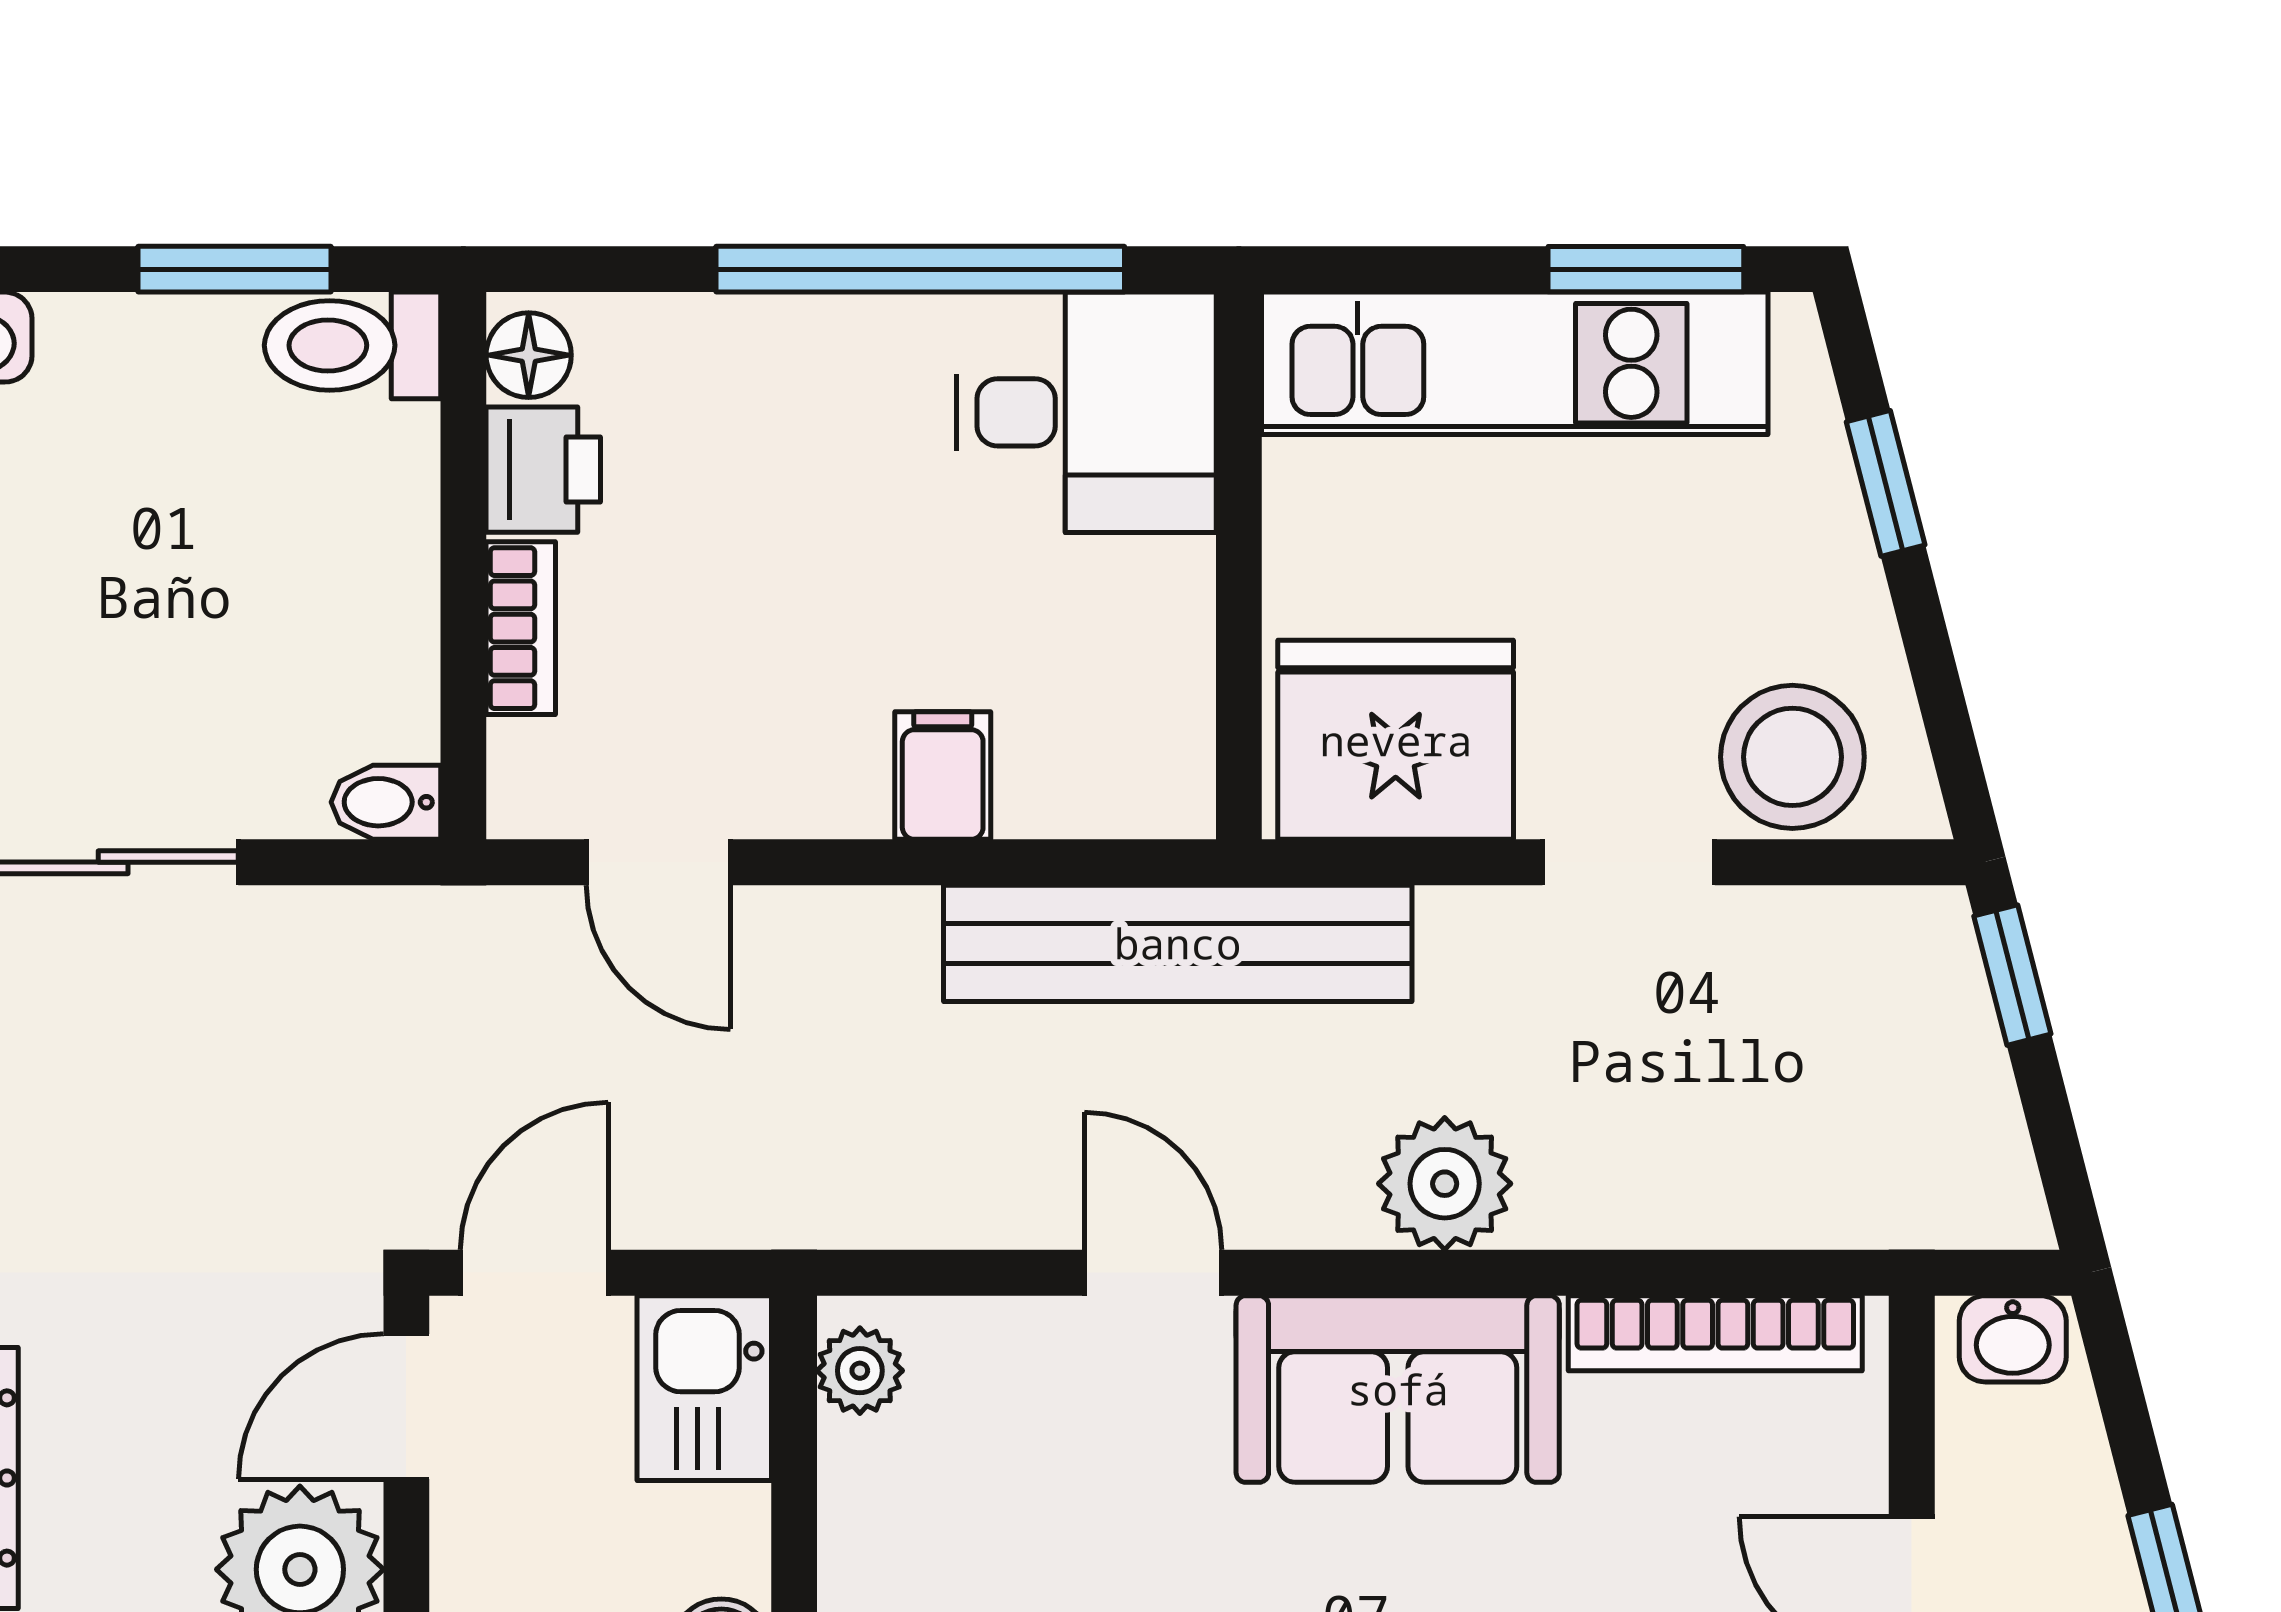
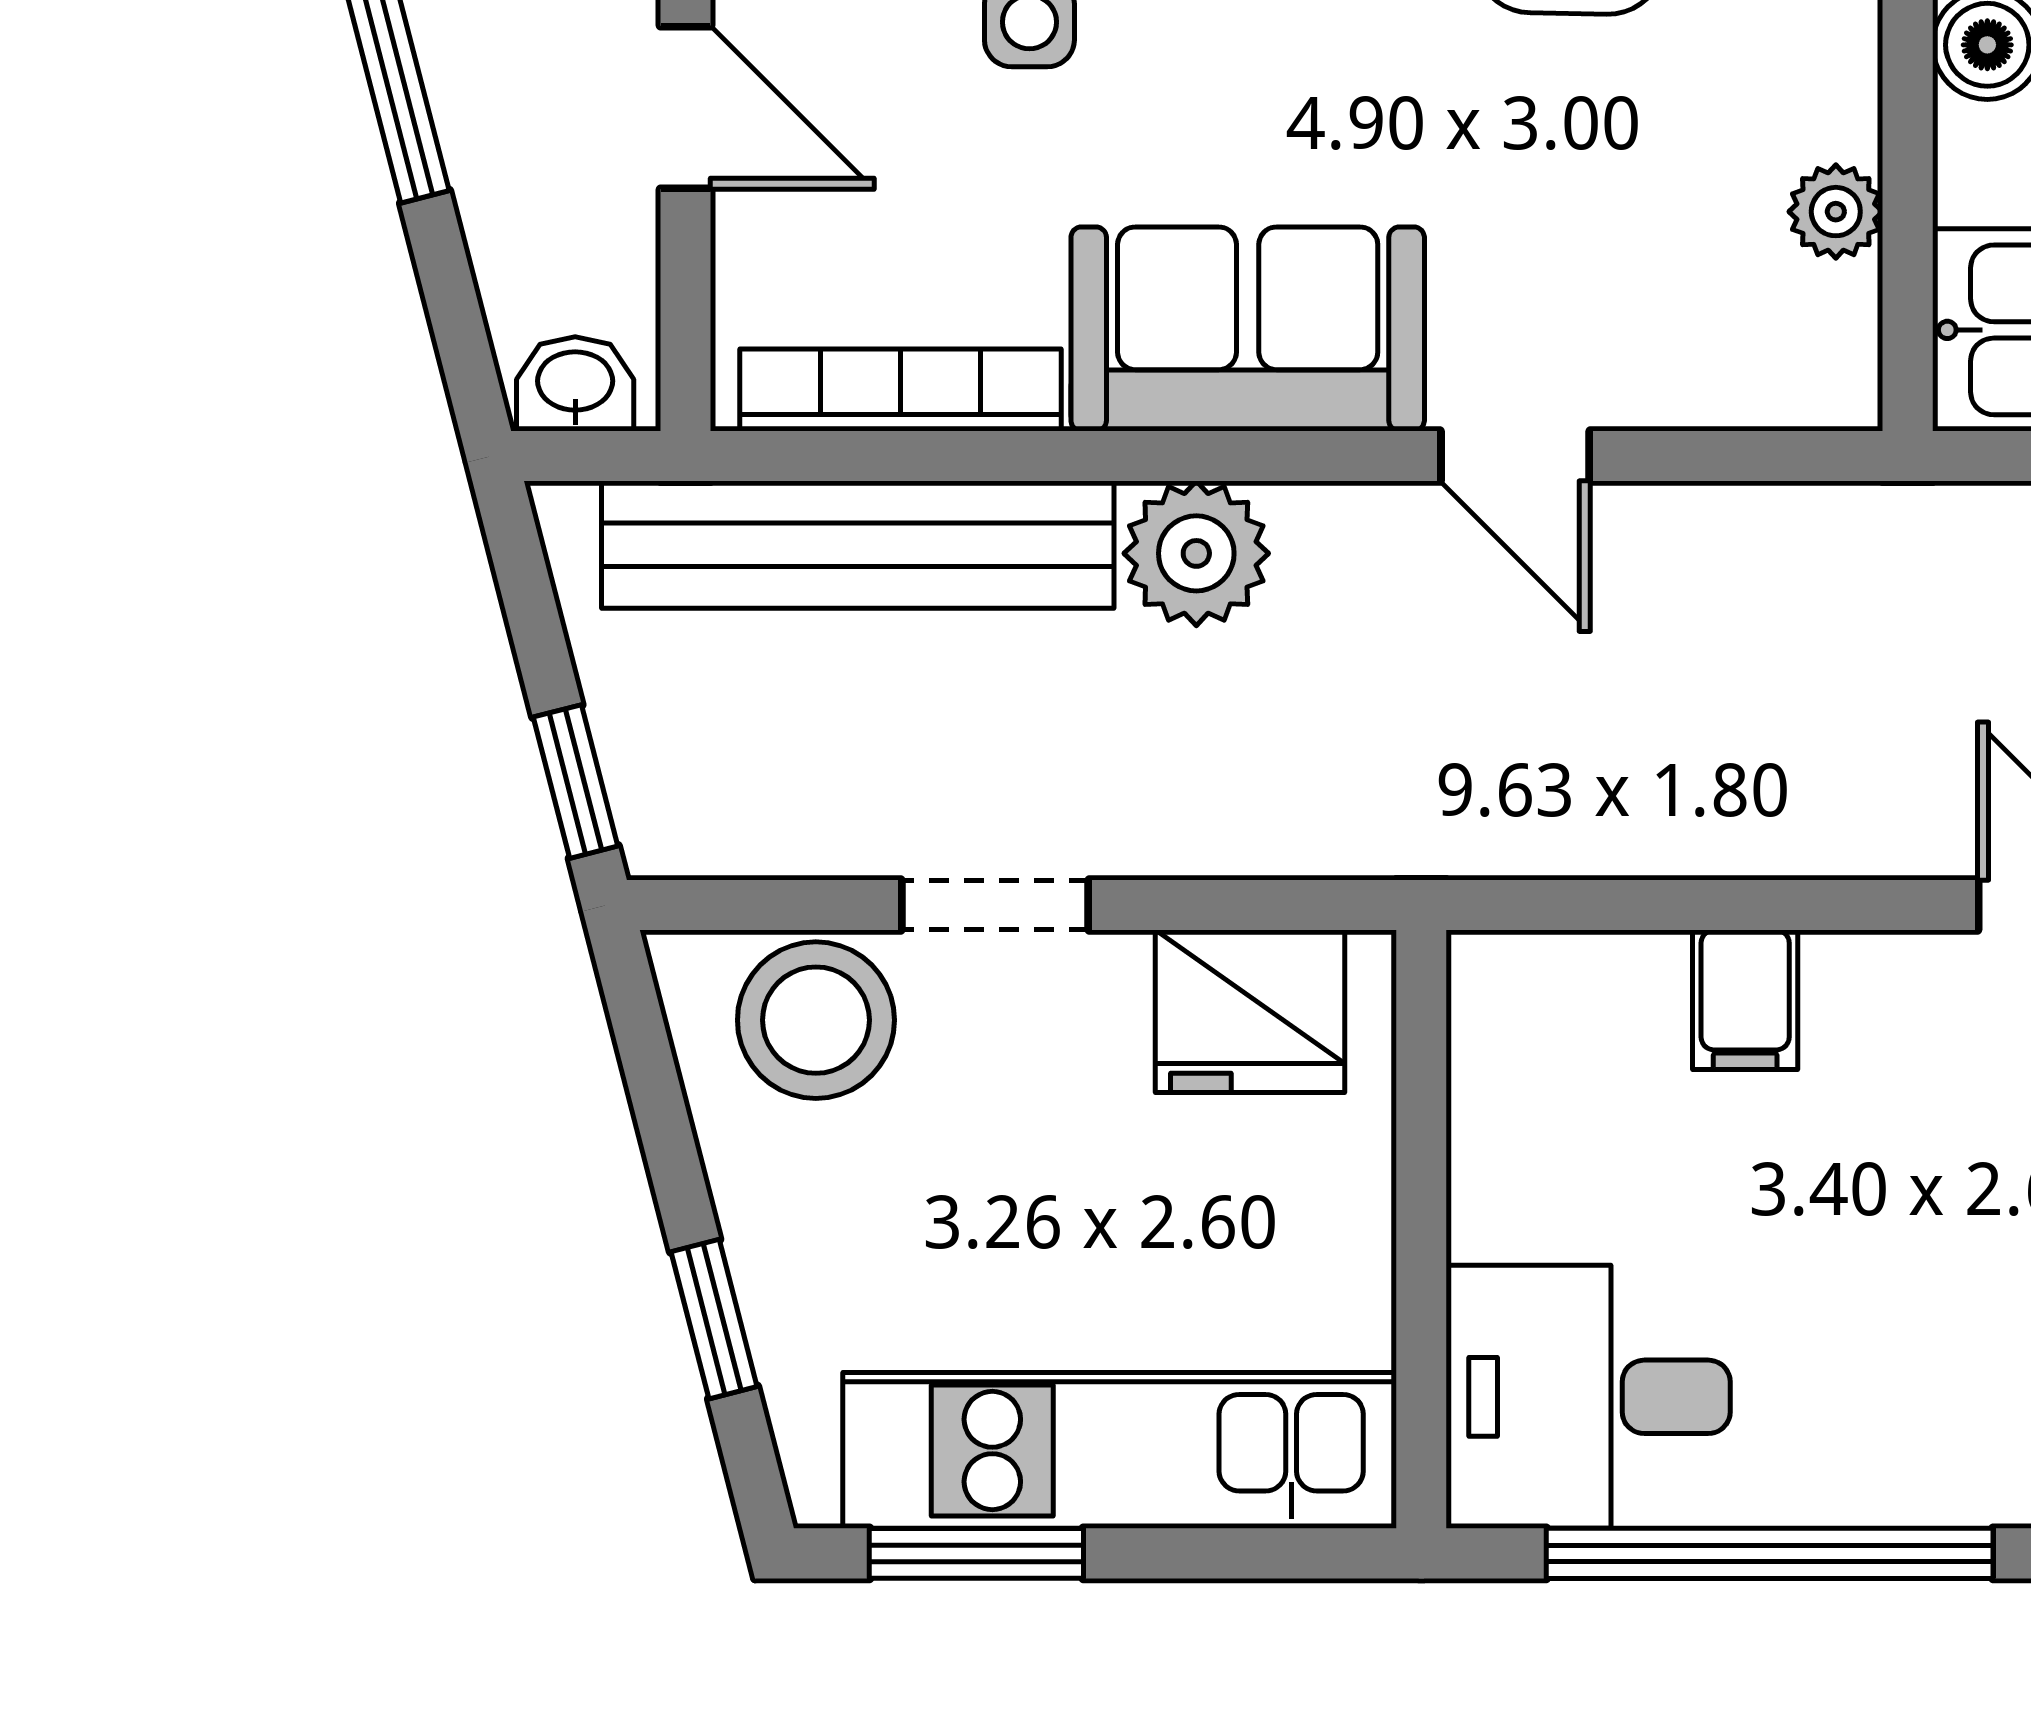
fridge: (1396, 740) -> (1250, 1011), width x0.73, depth x0.75
bench: (1178, 943) -> (858, 545), moved
plant: (860, 1371) -> (1836, 212), moved

